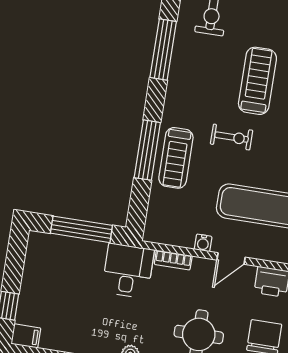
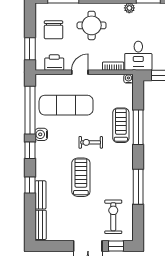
treadmill: (257, 81) -> (81, 177), turned 180
water cooler: (203, 243) -> (128, 79), moved

